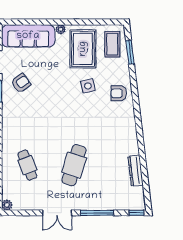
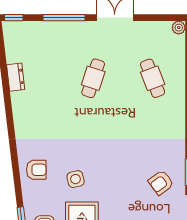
cafe table: (74, 165) -> (93, 78), width x0.73, depth x0.74
dresser: (136, 171) -> (16, 77), width x0.70

